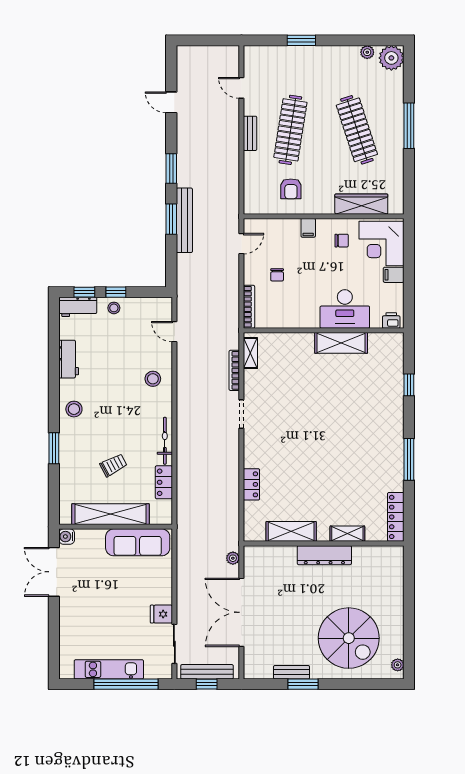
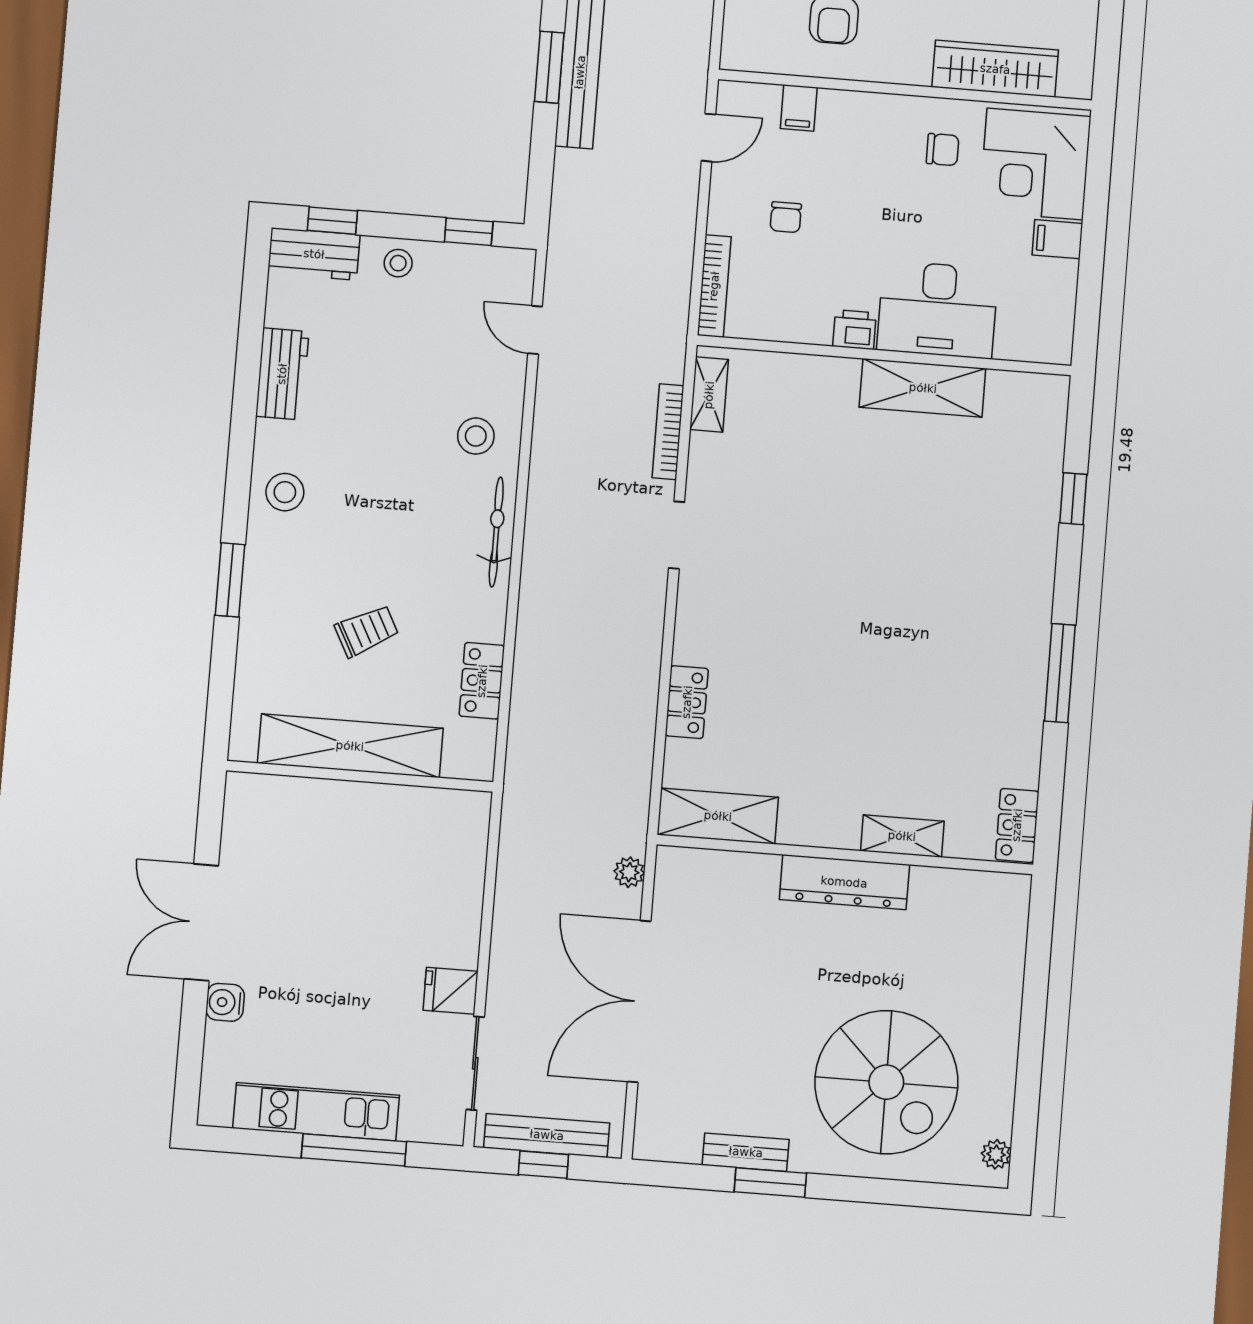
filing cabinet: (308, 228) -> (799, 108), moved
window: (116, 292) -> (469, 232), moved
printer: (391, 320) -> (854, 330), moved
bicycle: (165, 441) -> (496, 532), moved
locker: (396, 517) -> (1017, 825), width x0.66
shelving: (291, 531) -> (718, 816), moved
water cooler: (67, 537) -> (225, 1002), moved
sofa: (138, 542) -> (409, 817), removed
double door: (54, 572) -> (201, 922), moved
window: (126, 684) -> (354, 1150), width x0.68

